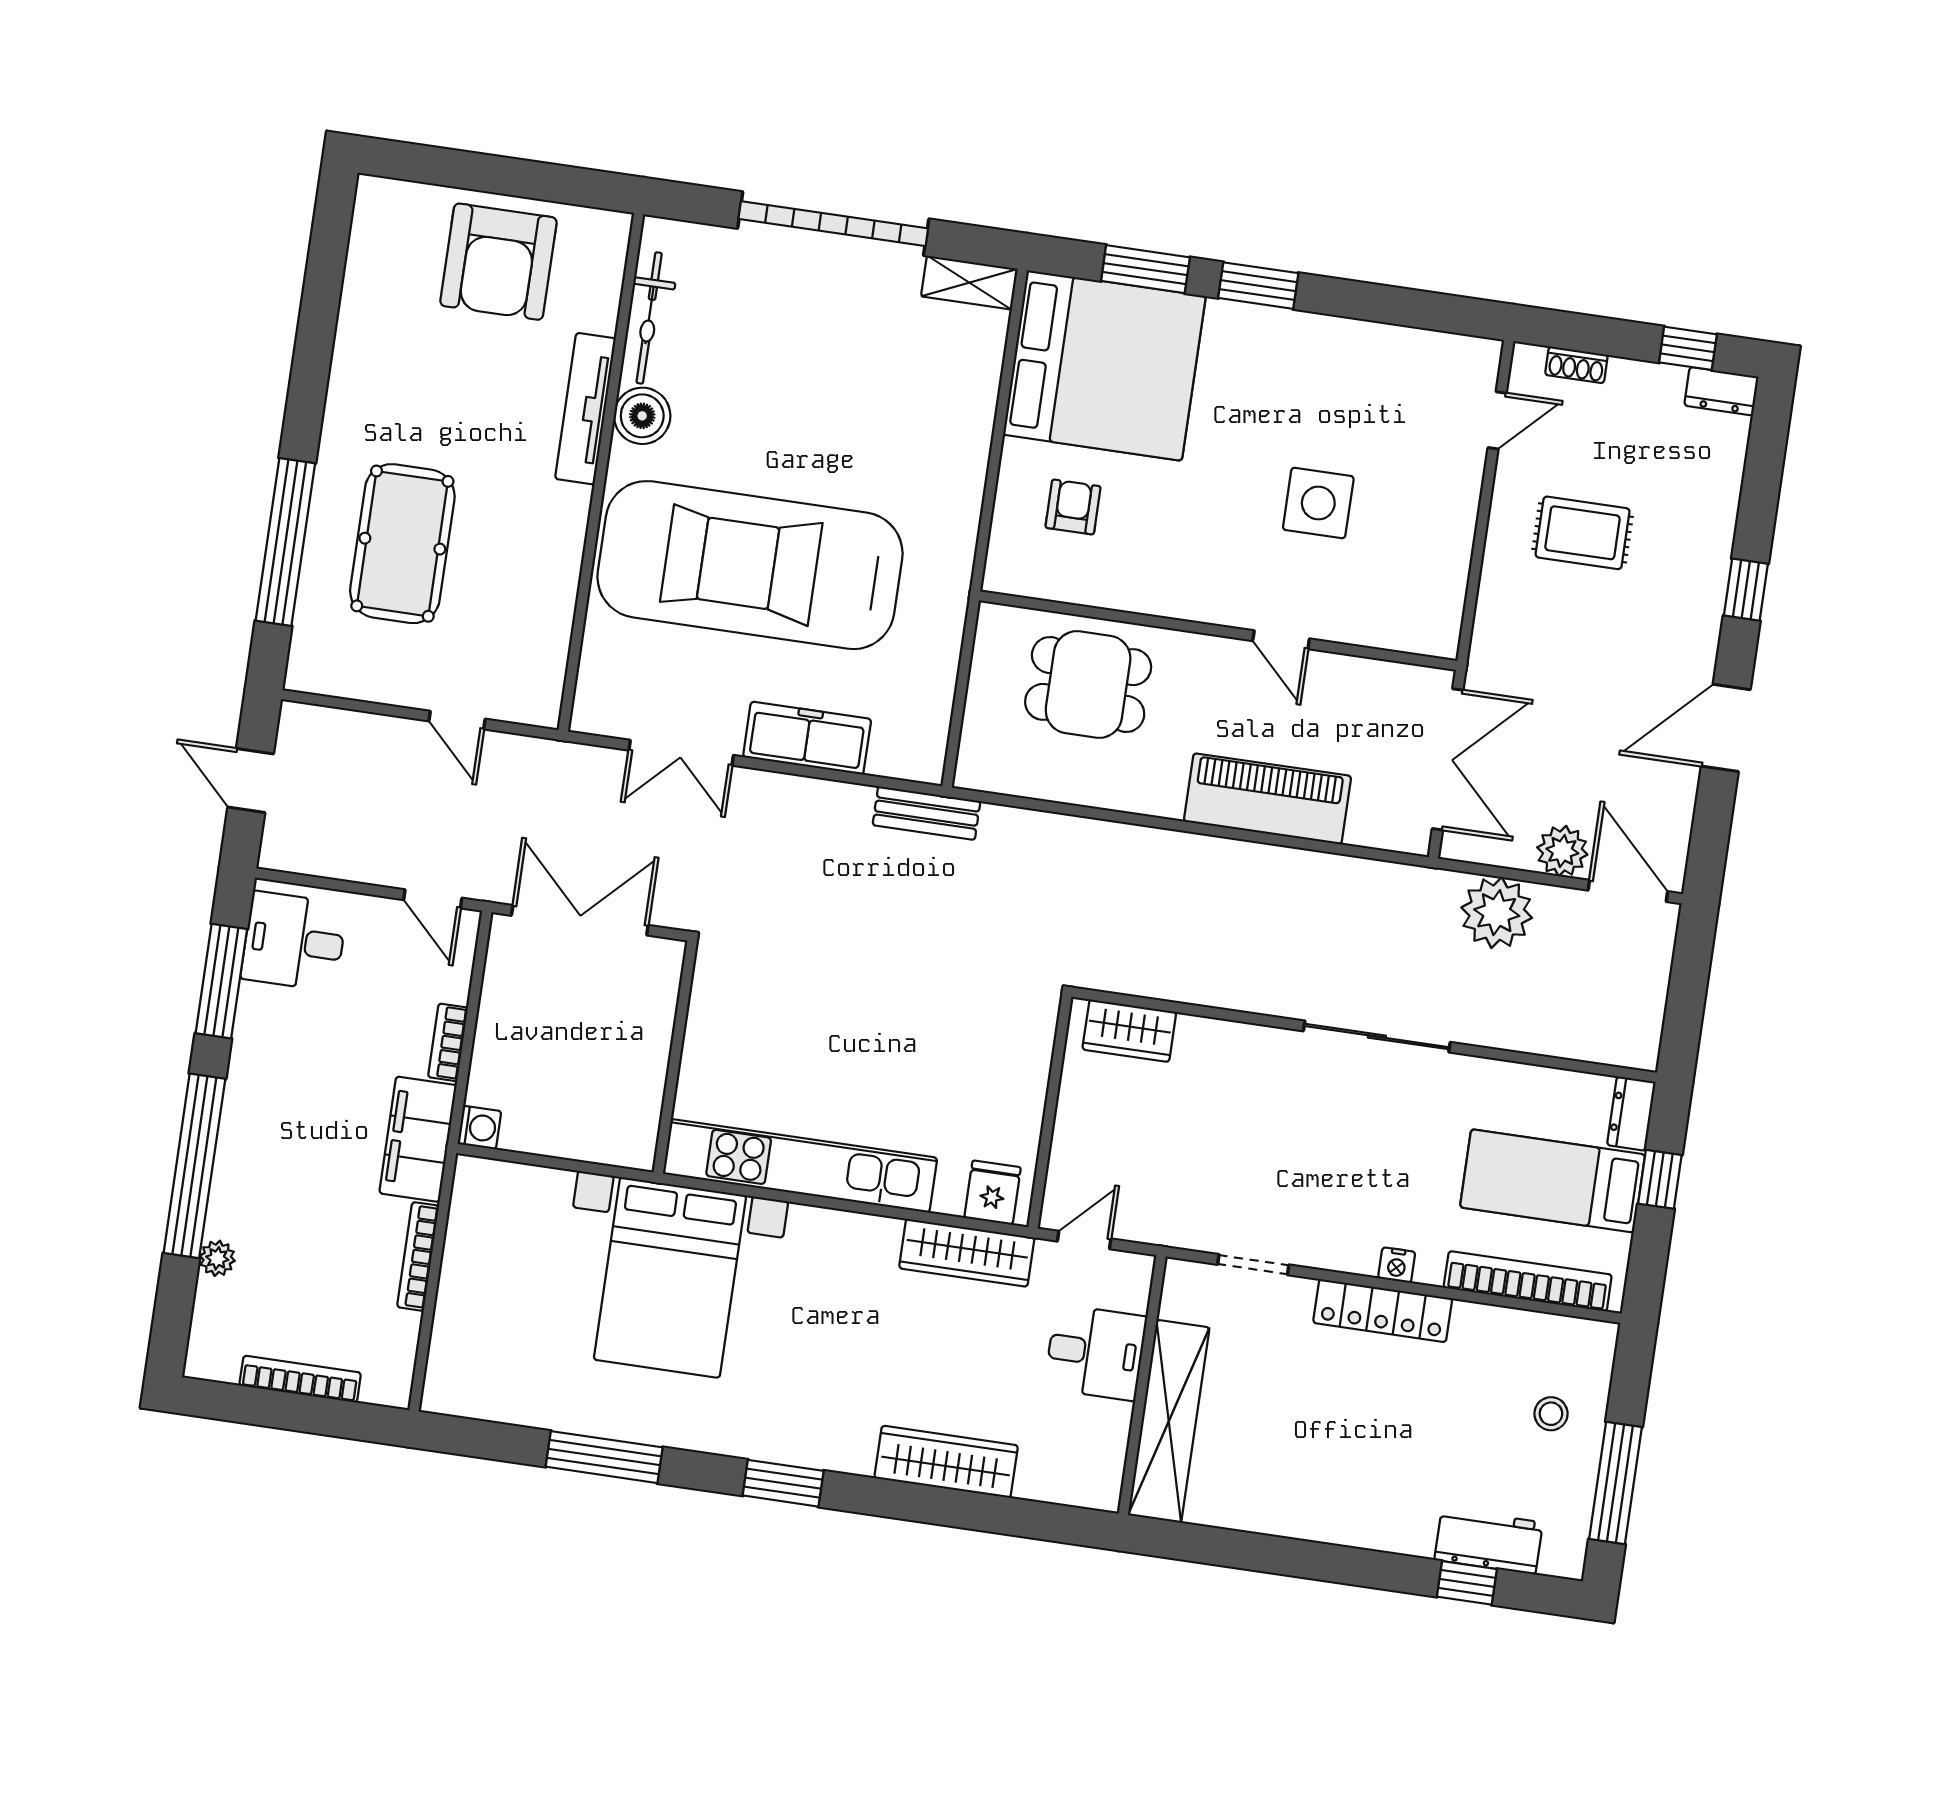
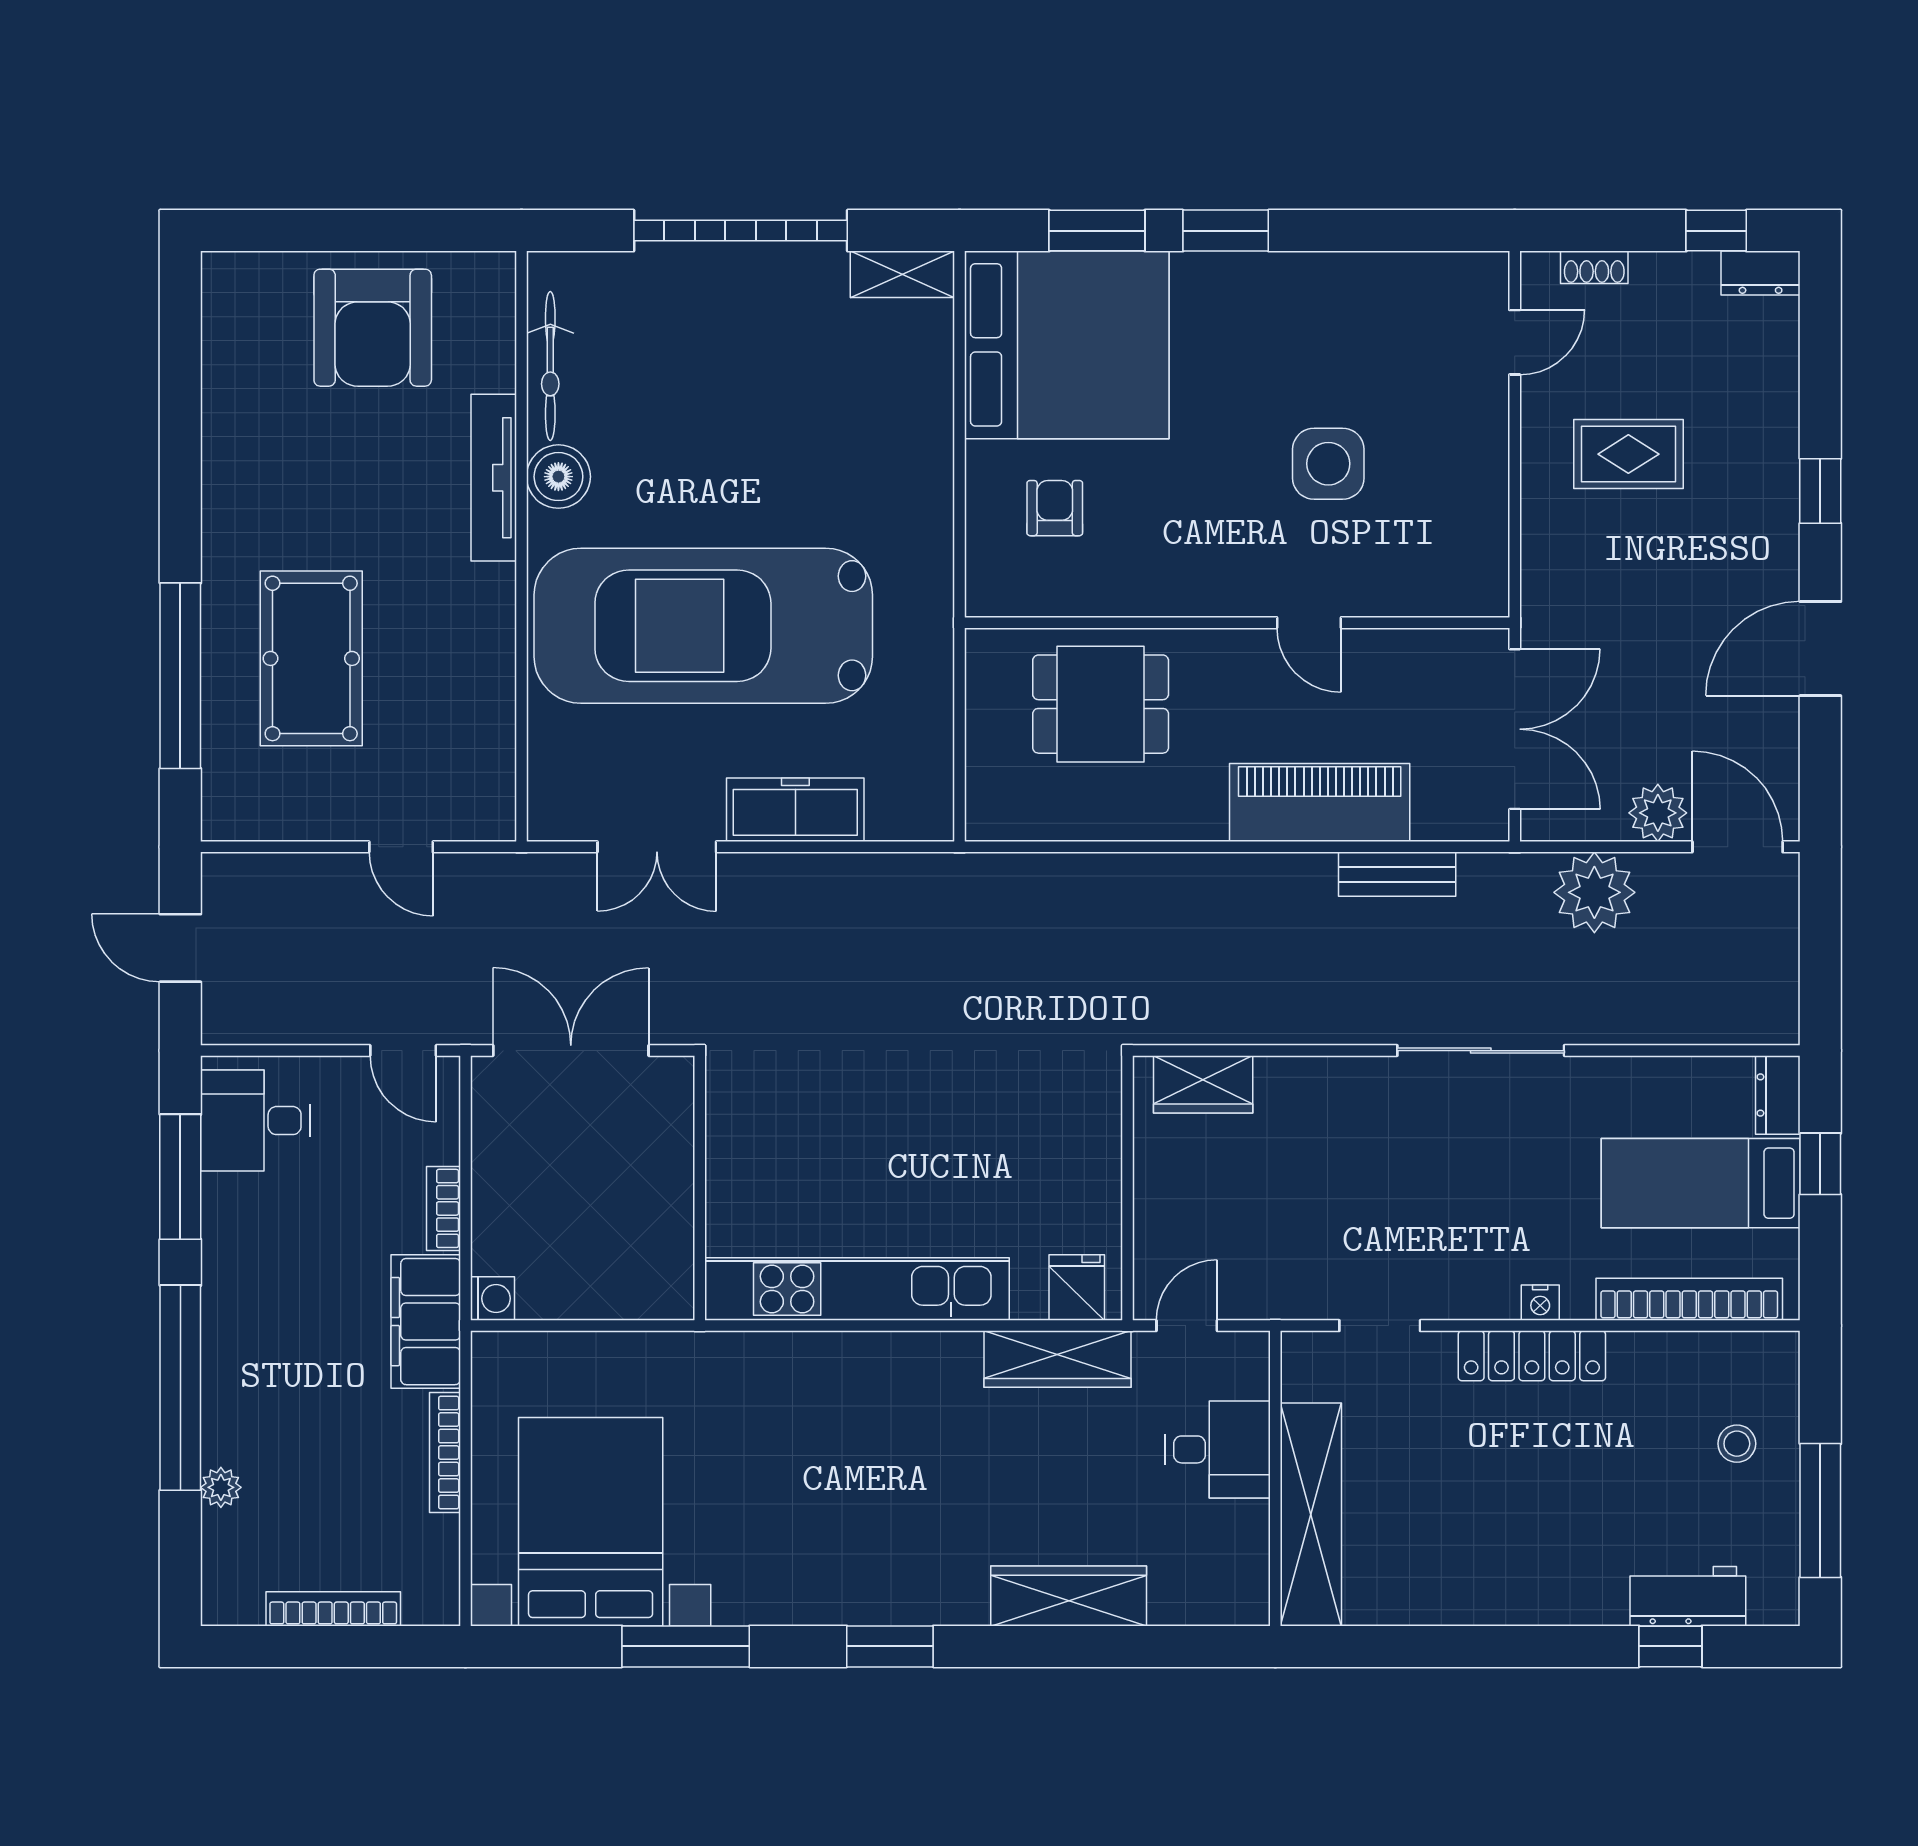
bench: (926, 813) -> (1397, 874), moved
bed with nightstands: (670, 1277) -> (591, 1522), moved, turned 180

